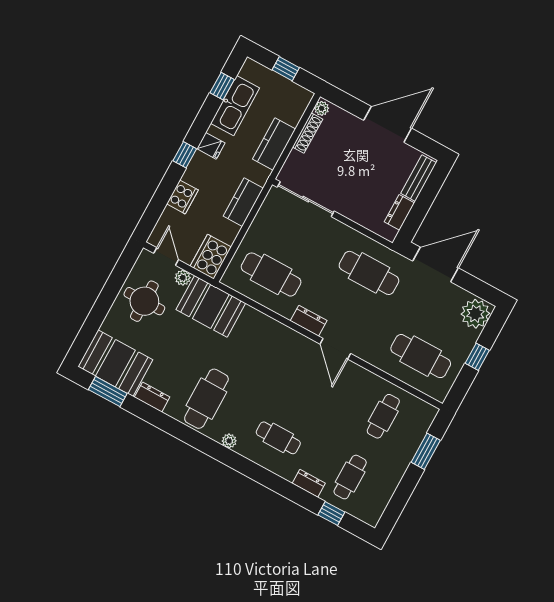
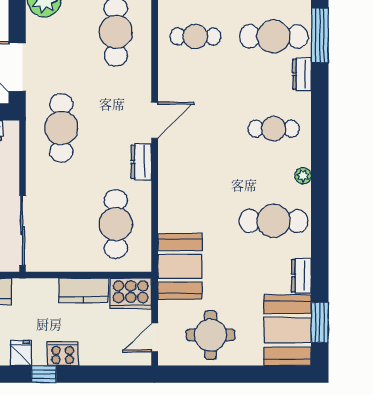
cooker: (182, 197) -> (63, 354), moved
kitchen counter: (243, 202) -> (84, 291), moved
plant: (183, 278) -> (167, 310), removed
cafe table: (278, 438) -> (274, 129), turned 90
cafe table: (350, 477) -> (274, 36), width x1.37, depth x1.35
window: (331, 513) -> (320, 35), width x2.17

